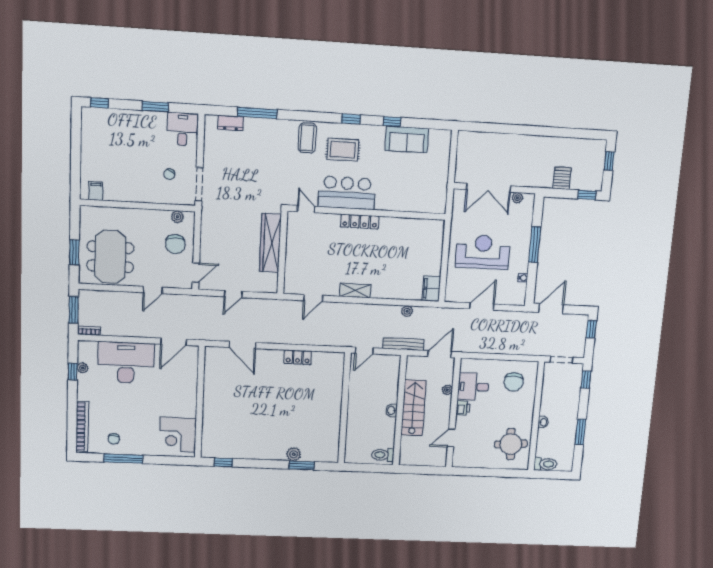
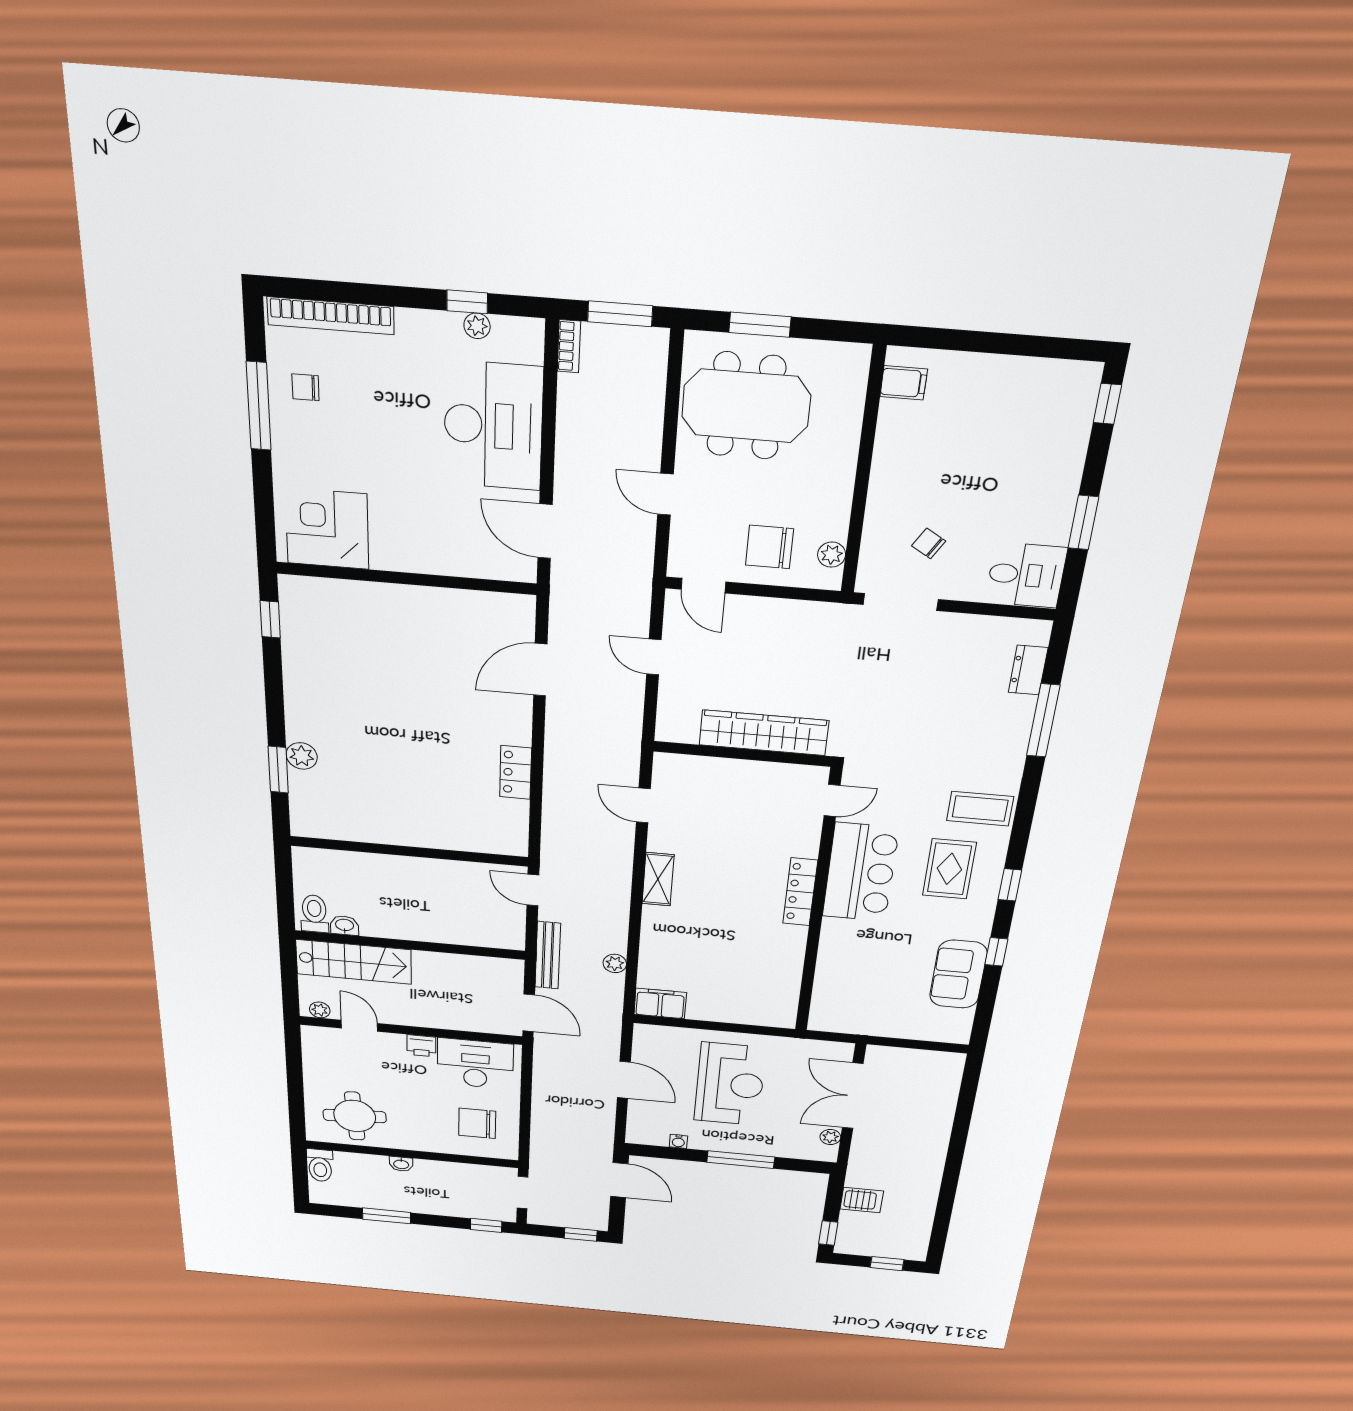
desk: (473, 387) -> (475, 1064), width x1.37
plant: (447, 390) -> (320, 1010), moved
stairs: (414, 408) -> (354, 962), moved
washbasin: (391, 410) -> (345, 925), moved

